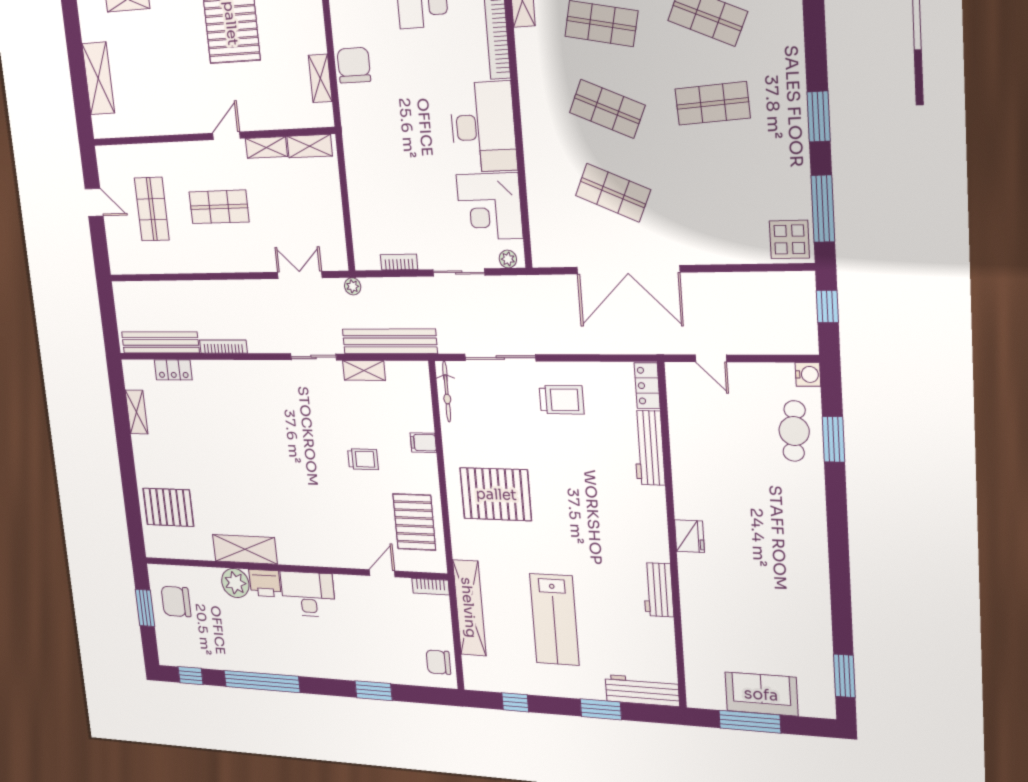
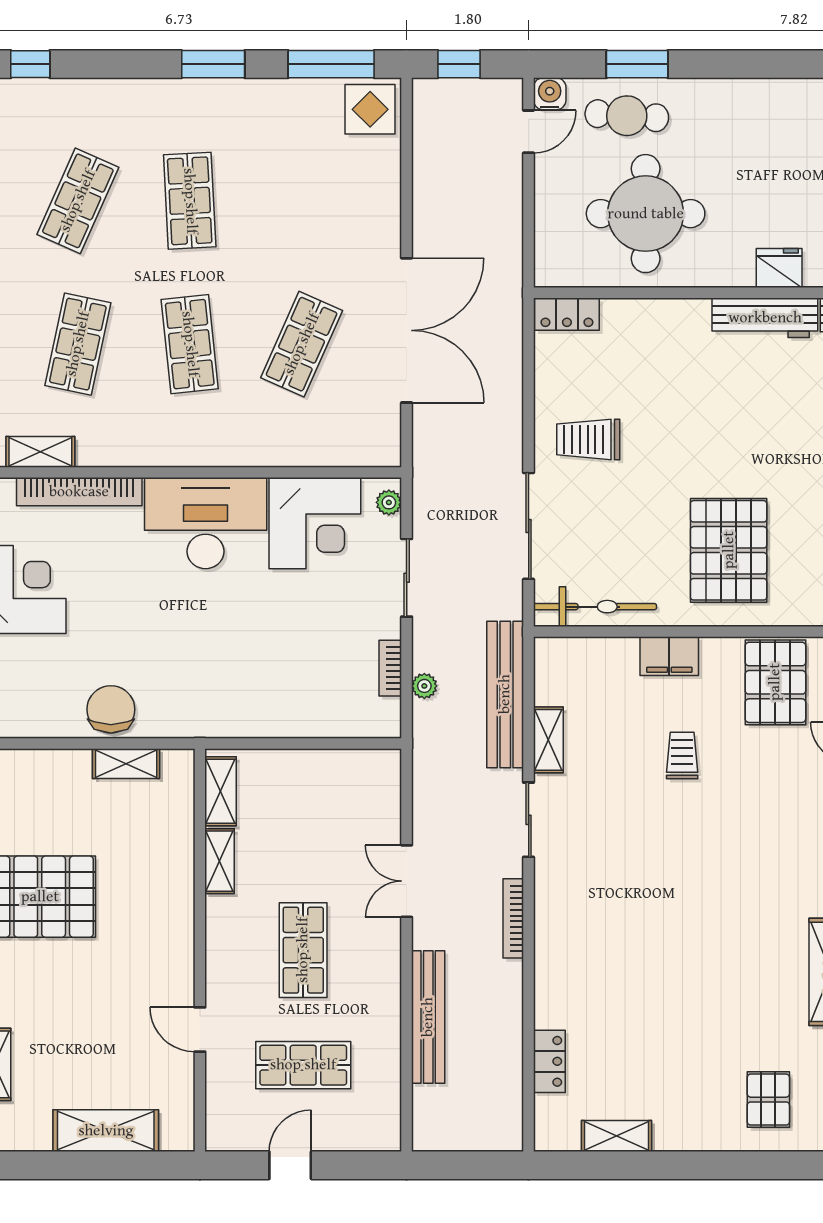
chair: (354, 65) -> (111, 709), turned 90
shop shelf: (607, 109) -> (190, 344), turned -30
door: (226, 136) -> (200, 1030), moved
double door: (300, 275) -> (407, 881), moved
plant: (353, 286) -> (424, 686), moved
bench: (160, 342) -> (428, 1017), moved
bookcase: (223, 347) -> (513, 918), moved
door: (711, 358) -> (529, 132), moved
bicycle: (447, 392) -> (595, 607), width x1.37, depth x1.40
trolley: (562, 400) -> (588, 439), turned -90
filing cabinet: (423, 443) -> (669, 656), width x2.00
round table: (723, 443) -> (646, 214), added
workbench: (649, 448) -> (765, 318), moved
pallet: (168, 507) -> (768, 1100), width x0.67, depth x0.71
pallet: (414, 522) -> (775, 682), turned 90

